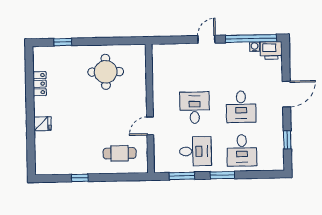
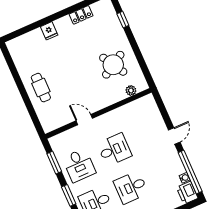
door: (206, 39) -> (174, 136), hinge flipped
plant: (140, 65) -> (131, 90), added
round table: (106, 72) -> (113, 65), turned -31
cafe table: (120, 153) -> (41, 88), moved
window: (80, 178) -> (18, 80), removed

